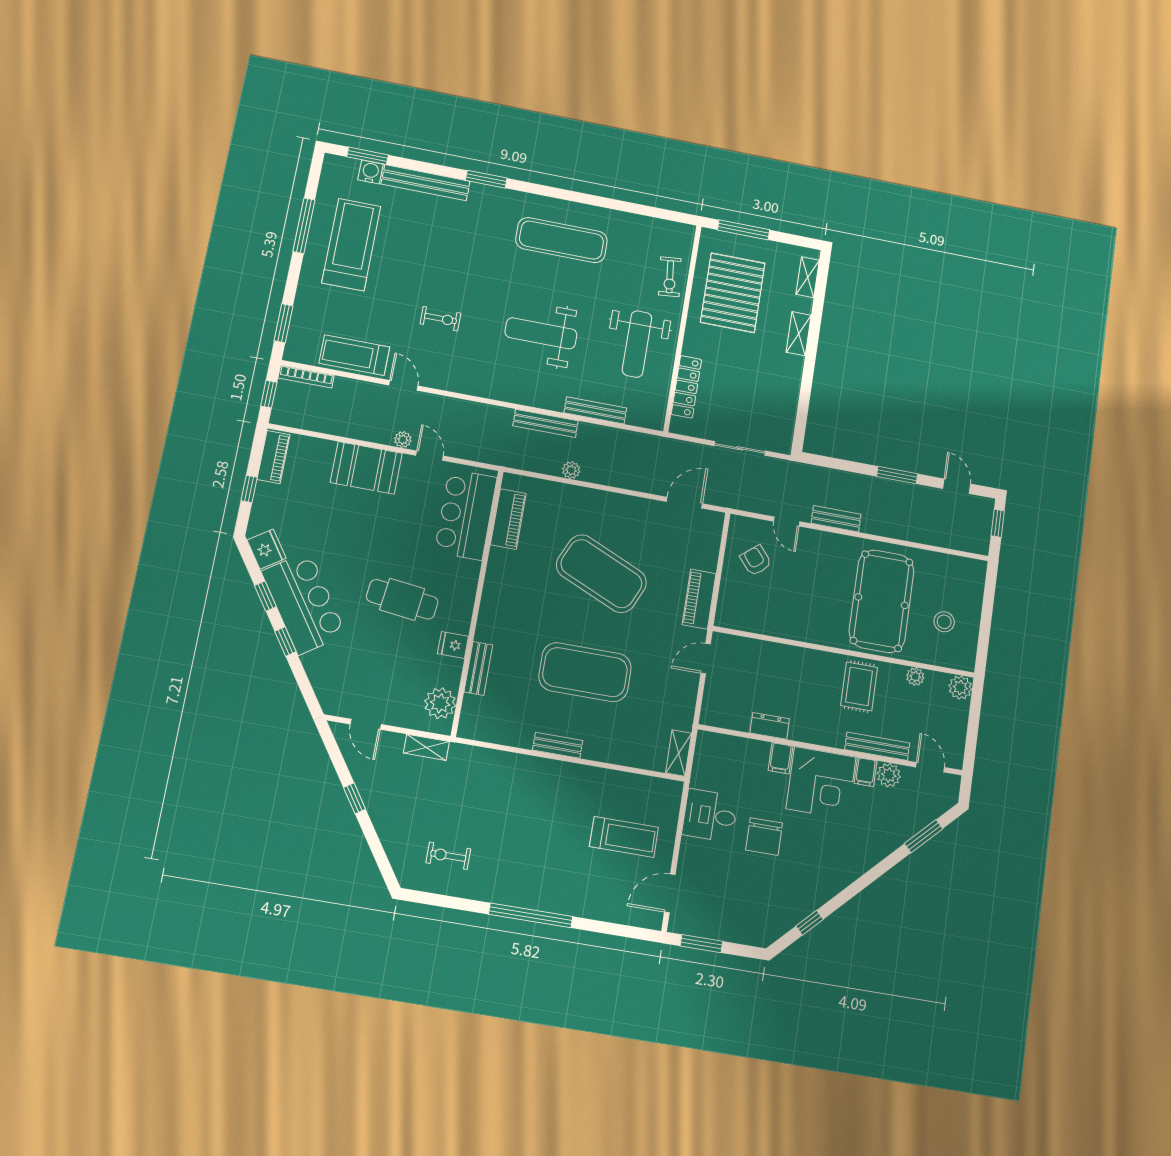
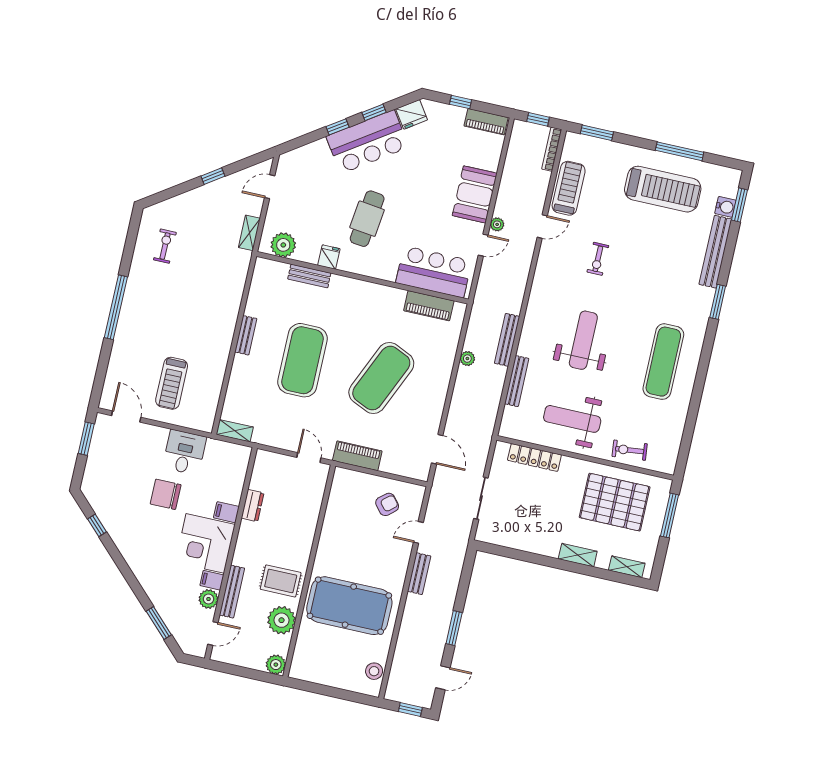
stool: (944, 622) -> (374, 671), moved
plant: (915, 677) -> (282, 620), width x1.87, depth x1.87

